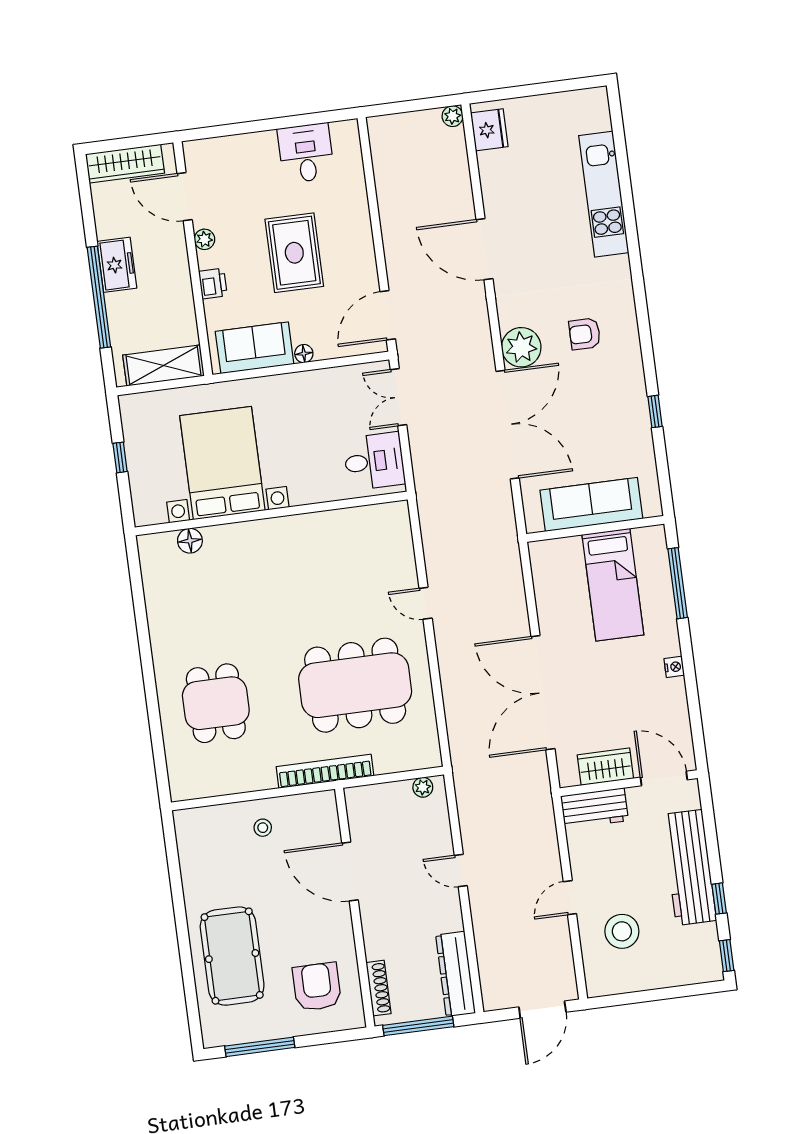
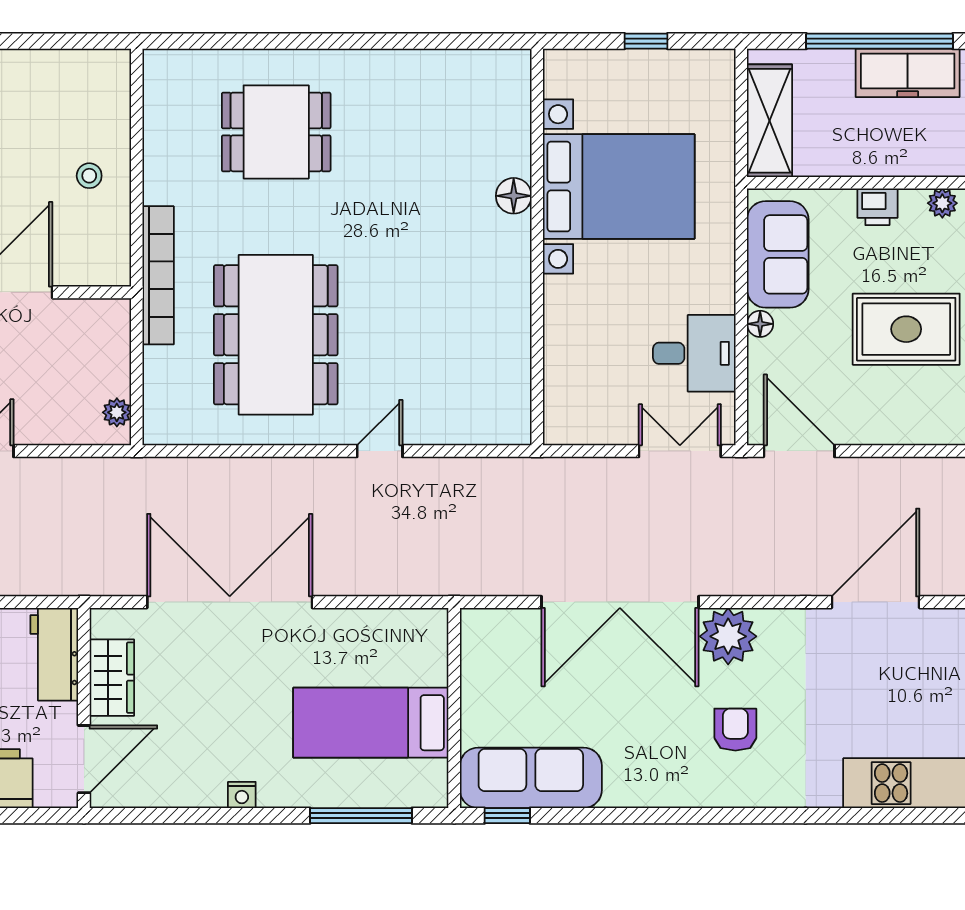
freezer: (117, 265) -> (908, 73), width x1.40
window: (655, 411) -> (507, 816), moved
desk: (374, 461) -> (694, 353), moved, turned -90
sofa: (591, 504) -> (531, 778), moved, turned -90
floor lamp: (190, 541) -> (514, 196), moved

